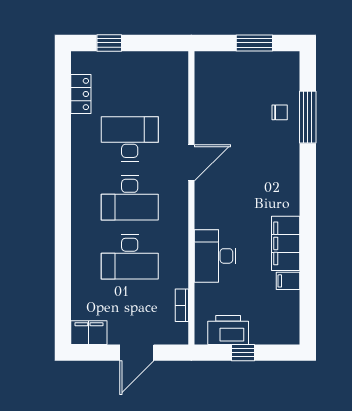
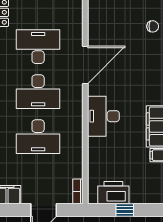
door: (191, 163) -> (85, 65), width x1.36
desk: (215, 256) -> (103, 116), moved
bookcase: (182, 305) -> (78, 191), moved

